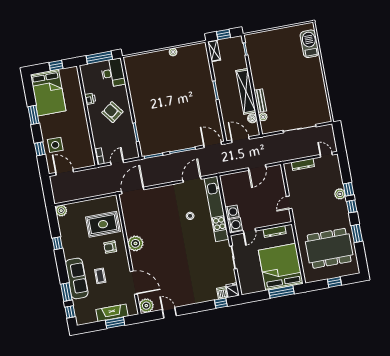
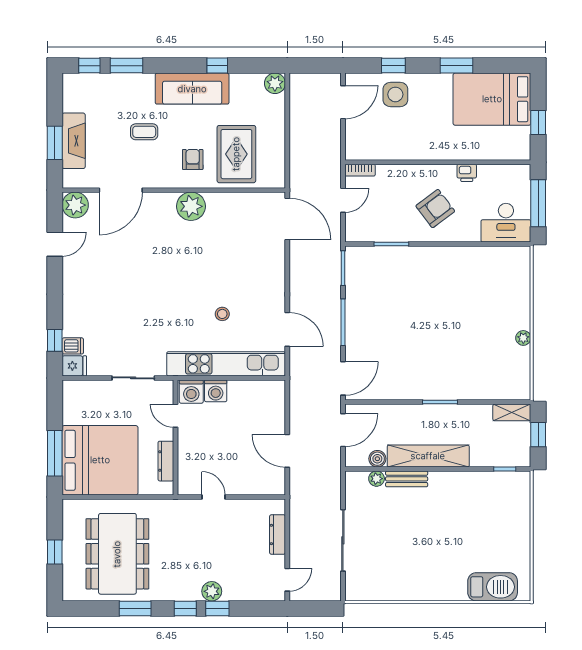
door: (117, 162) -> (343, 200), hinge flipped
sofa: (77, 278) -> (192, 89), moved

